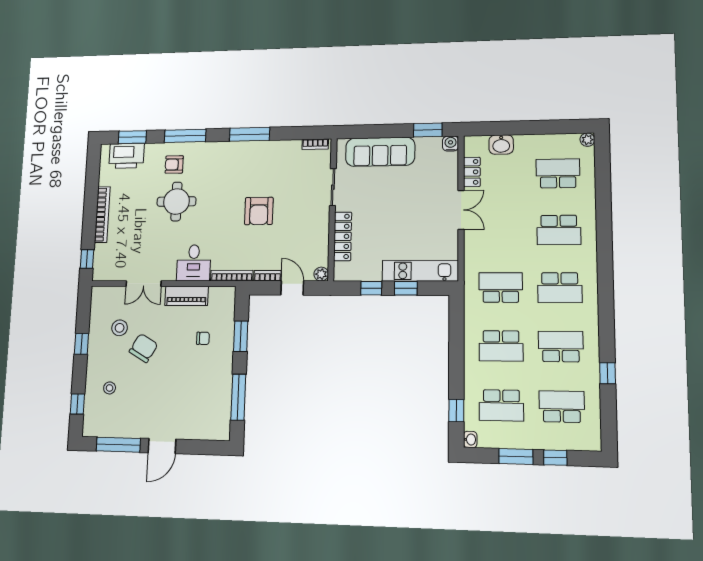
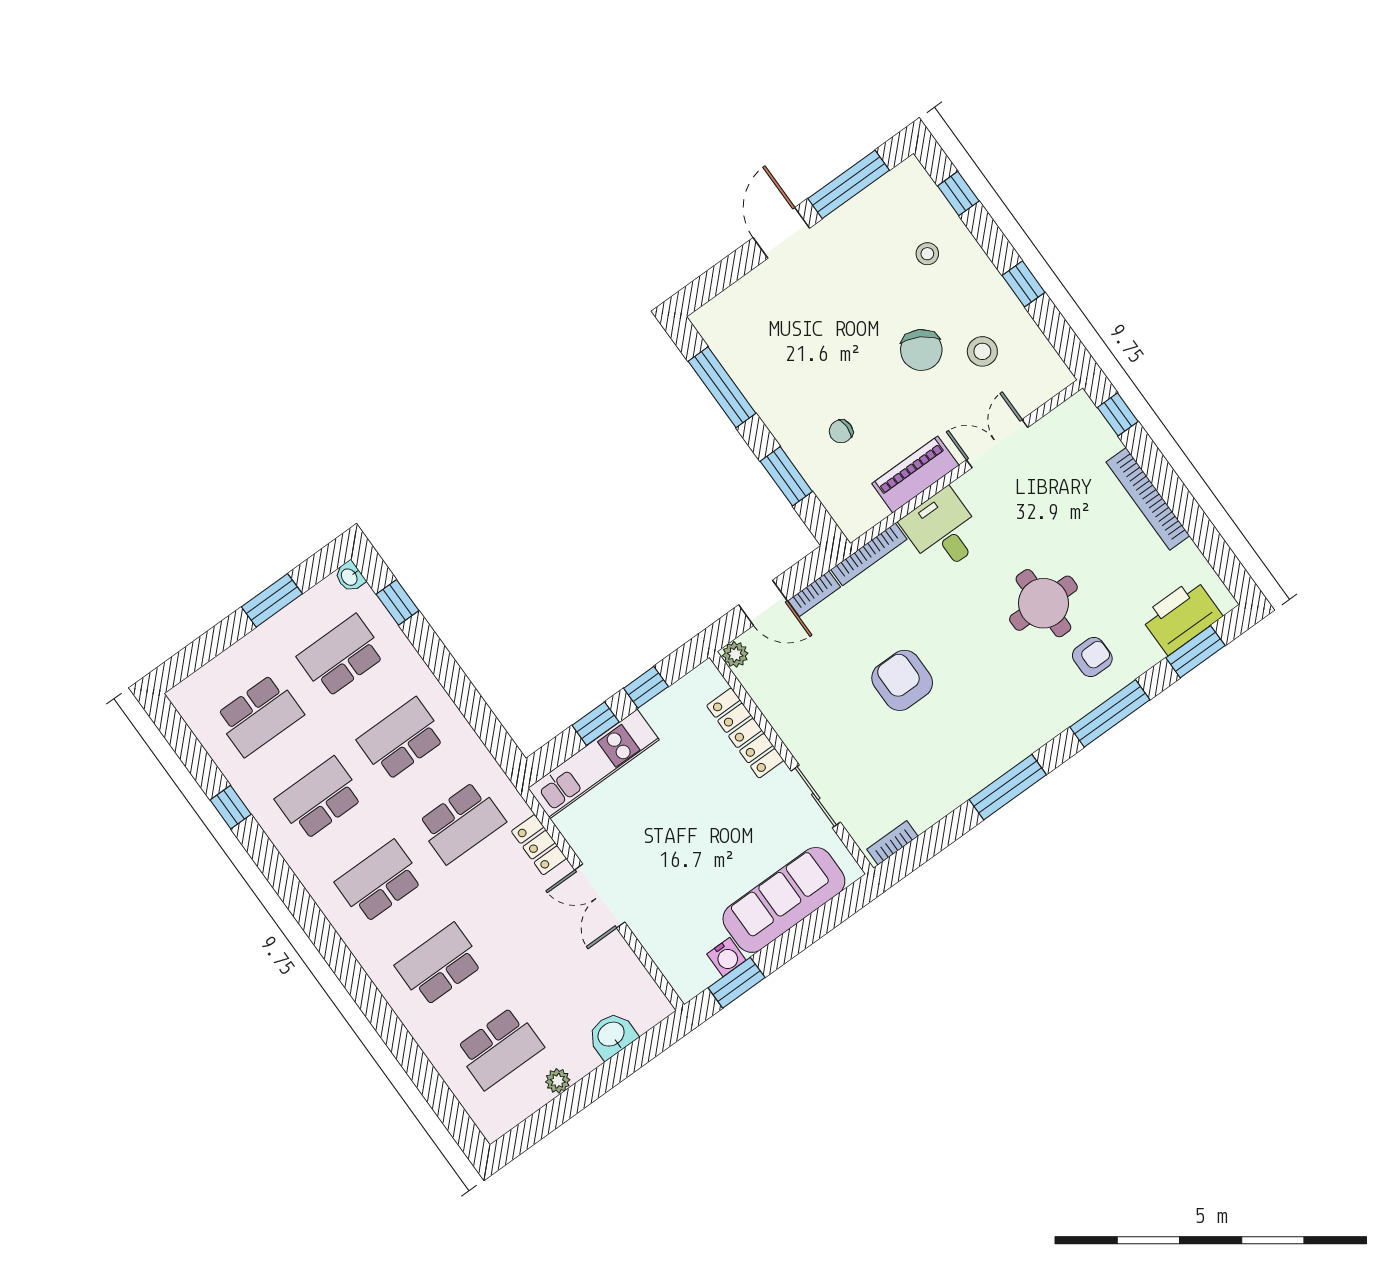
plant: (587, 140) -> (558, 1081), moved
water cooler: (451, 144) -> (726, 957), moved
locker: (472, 172) -> (539, 845), moved
school desk: (561, 347) -> (319, 798), turned 180
window: (555, 458) -> (219, 639), removed

